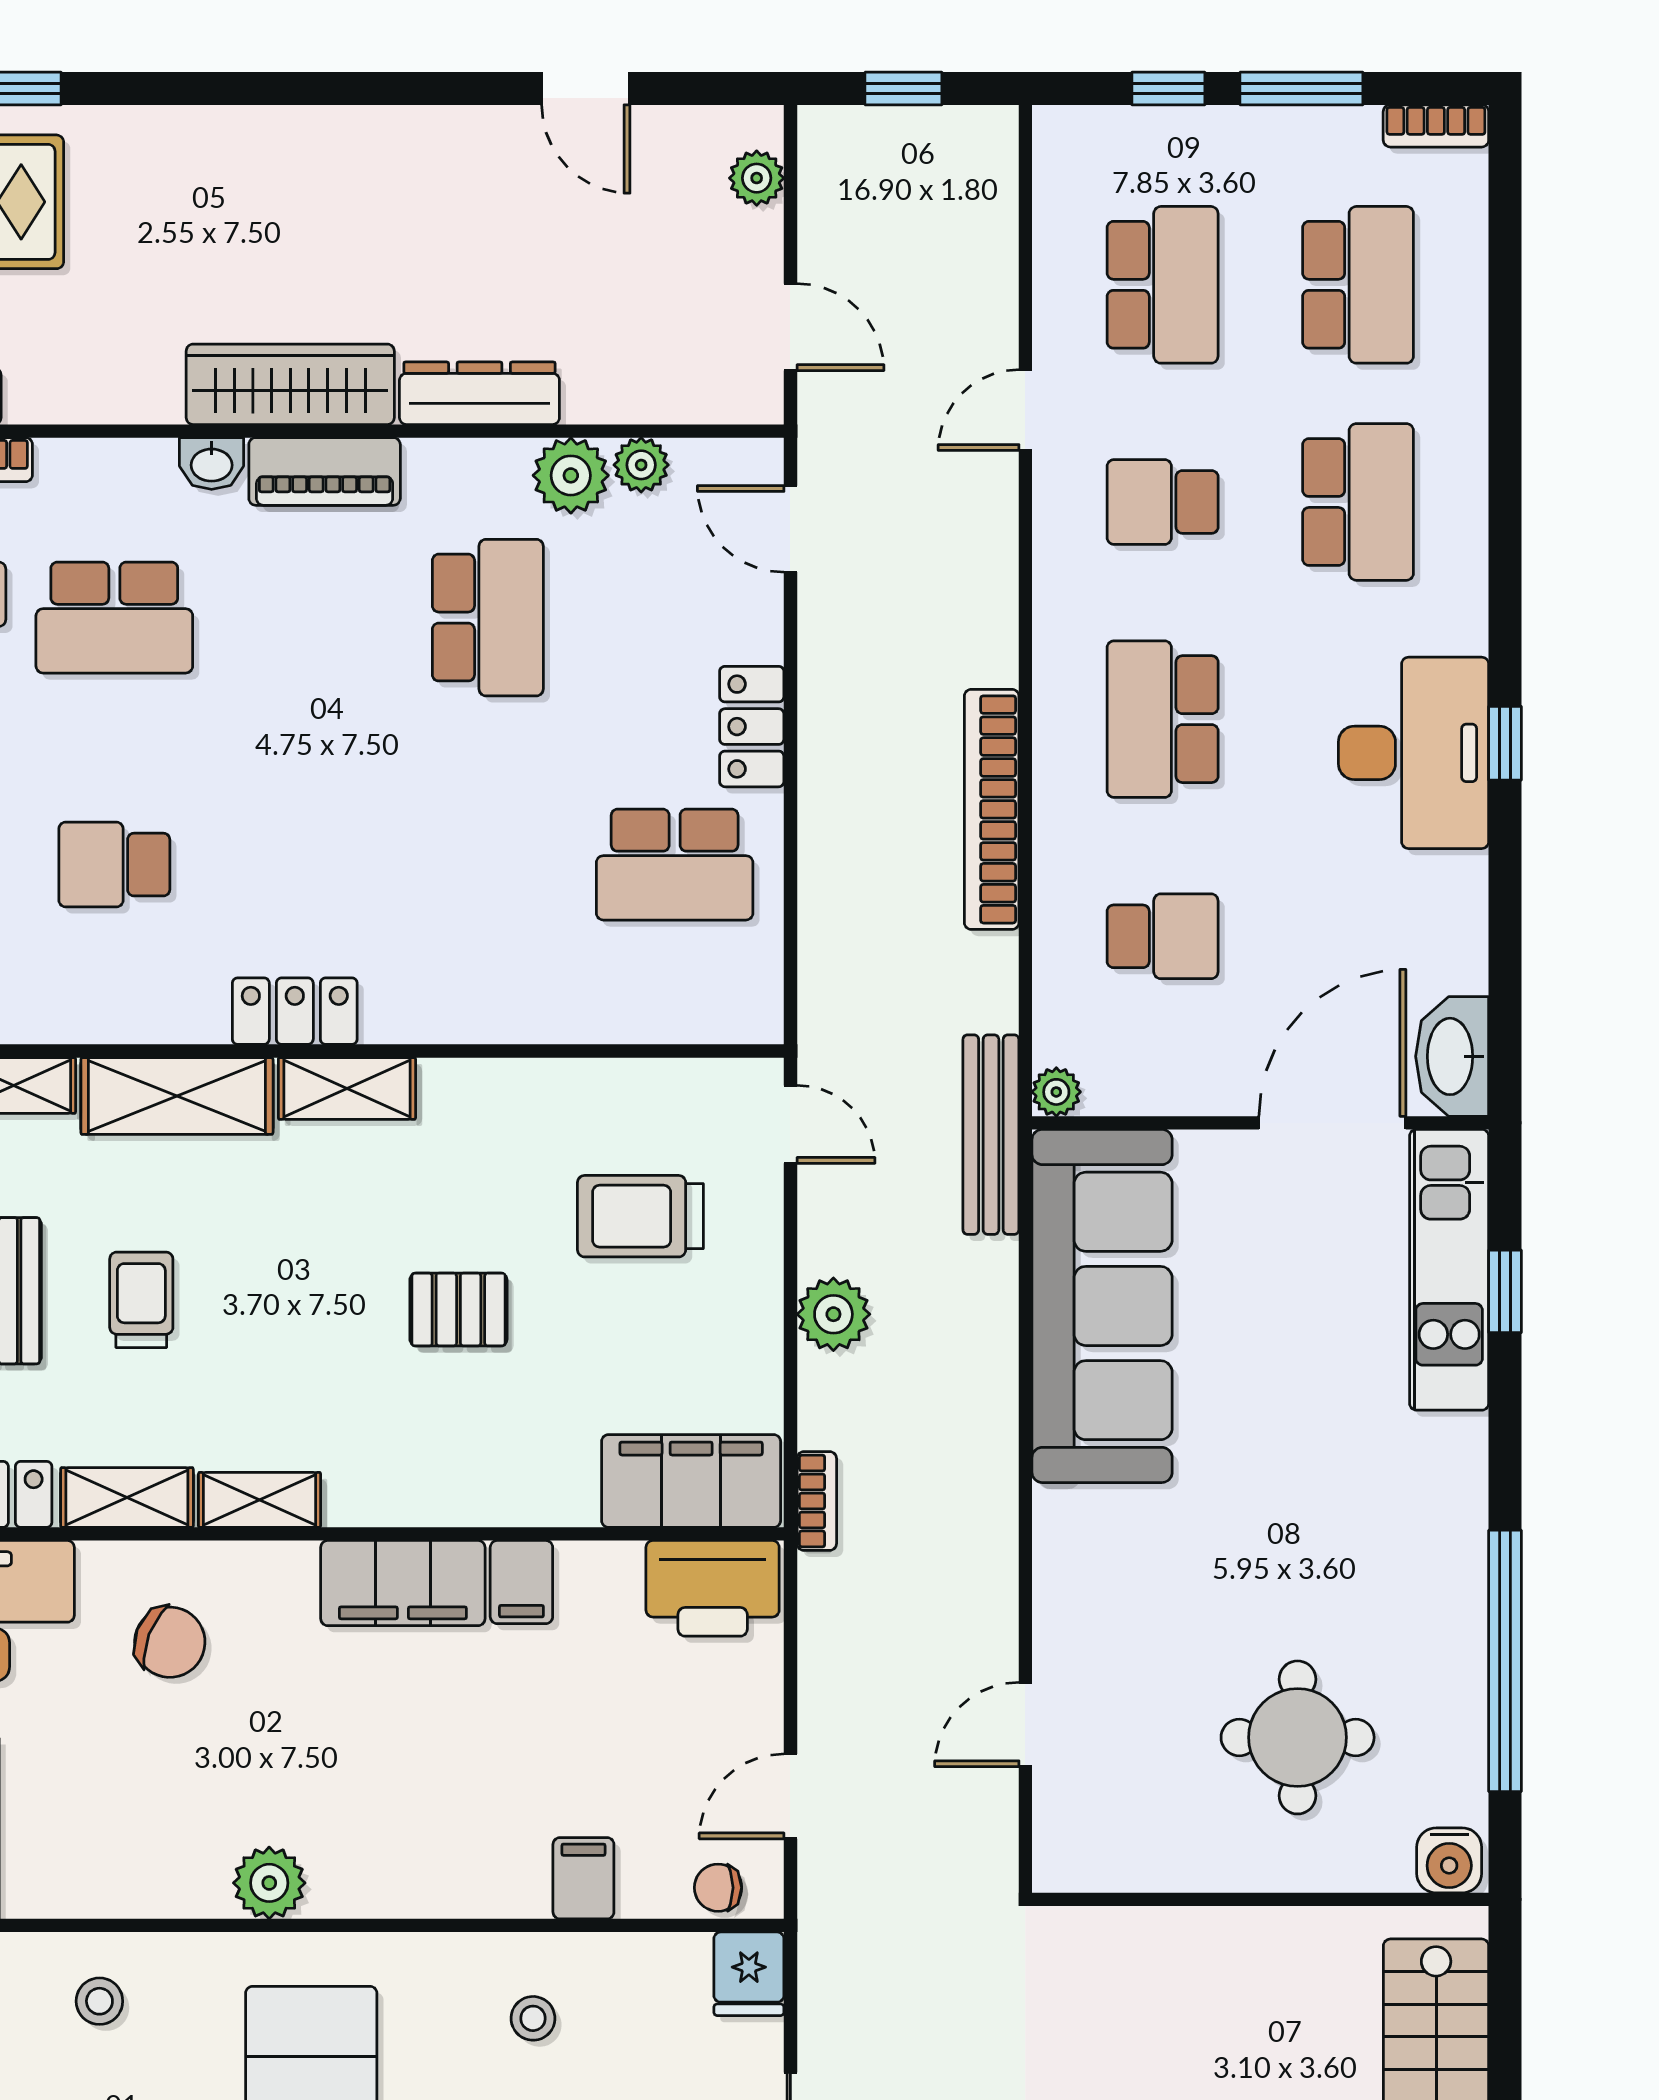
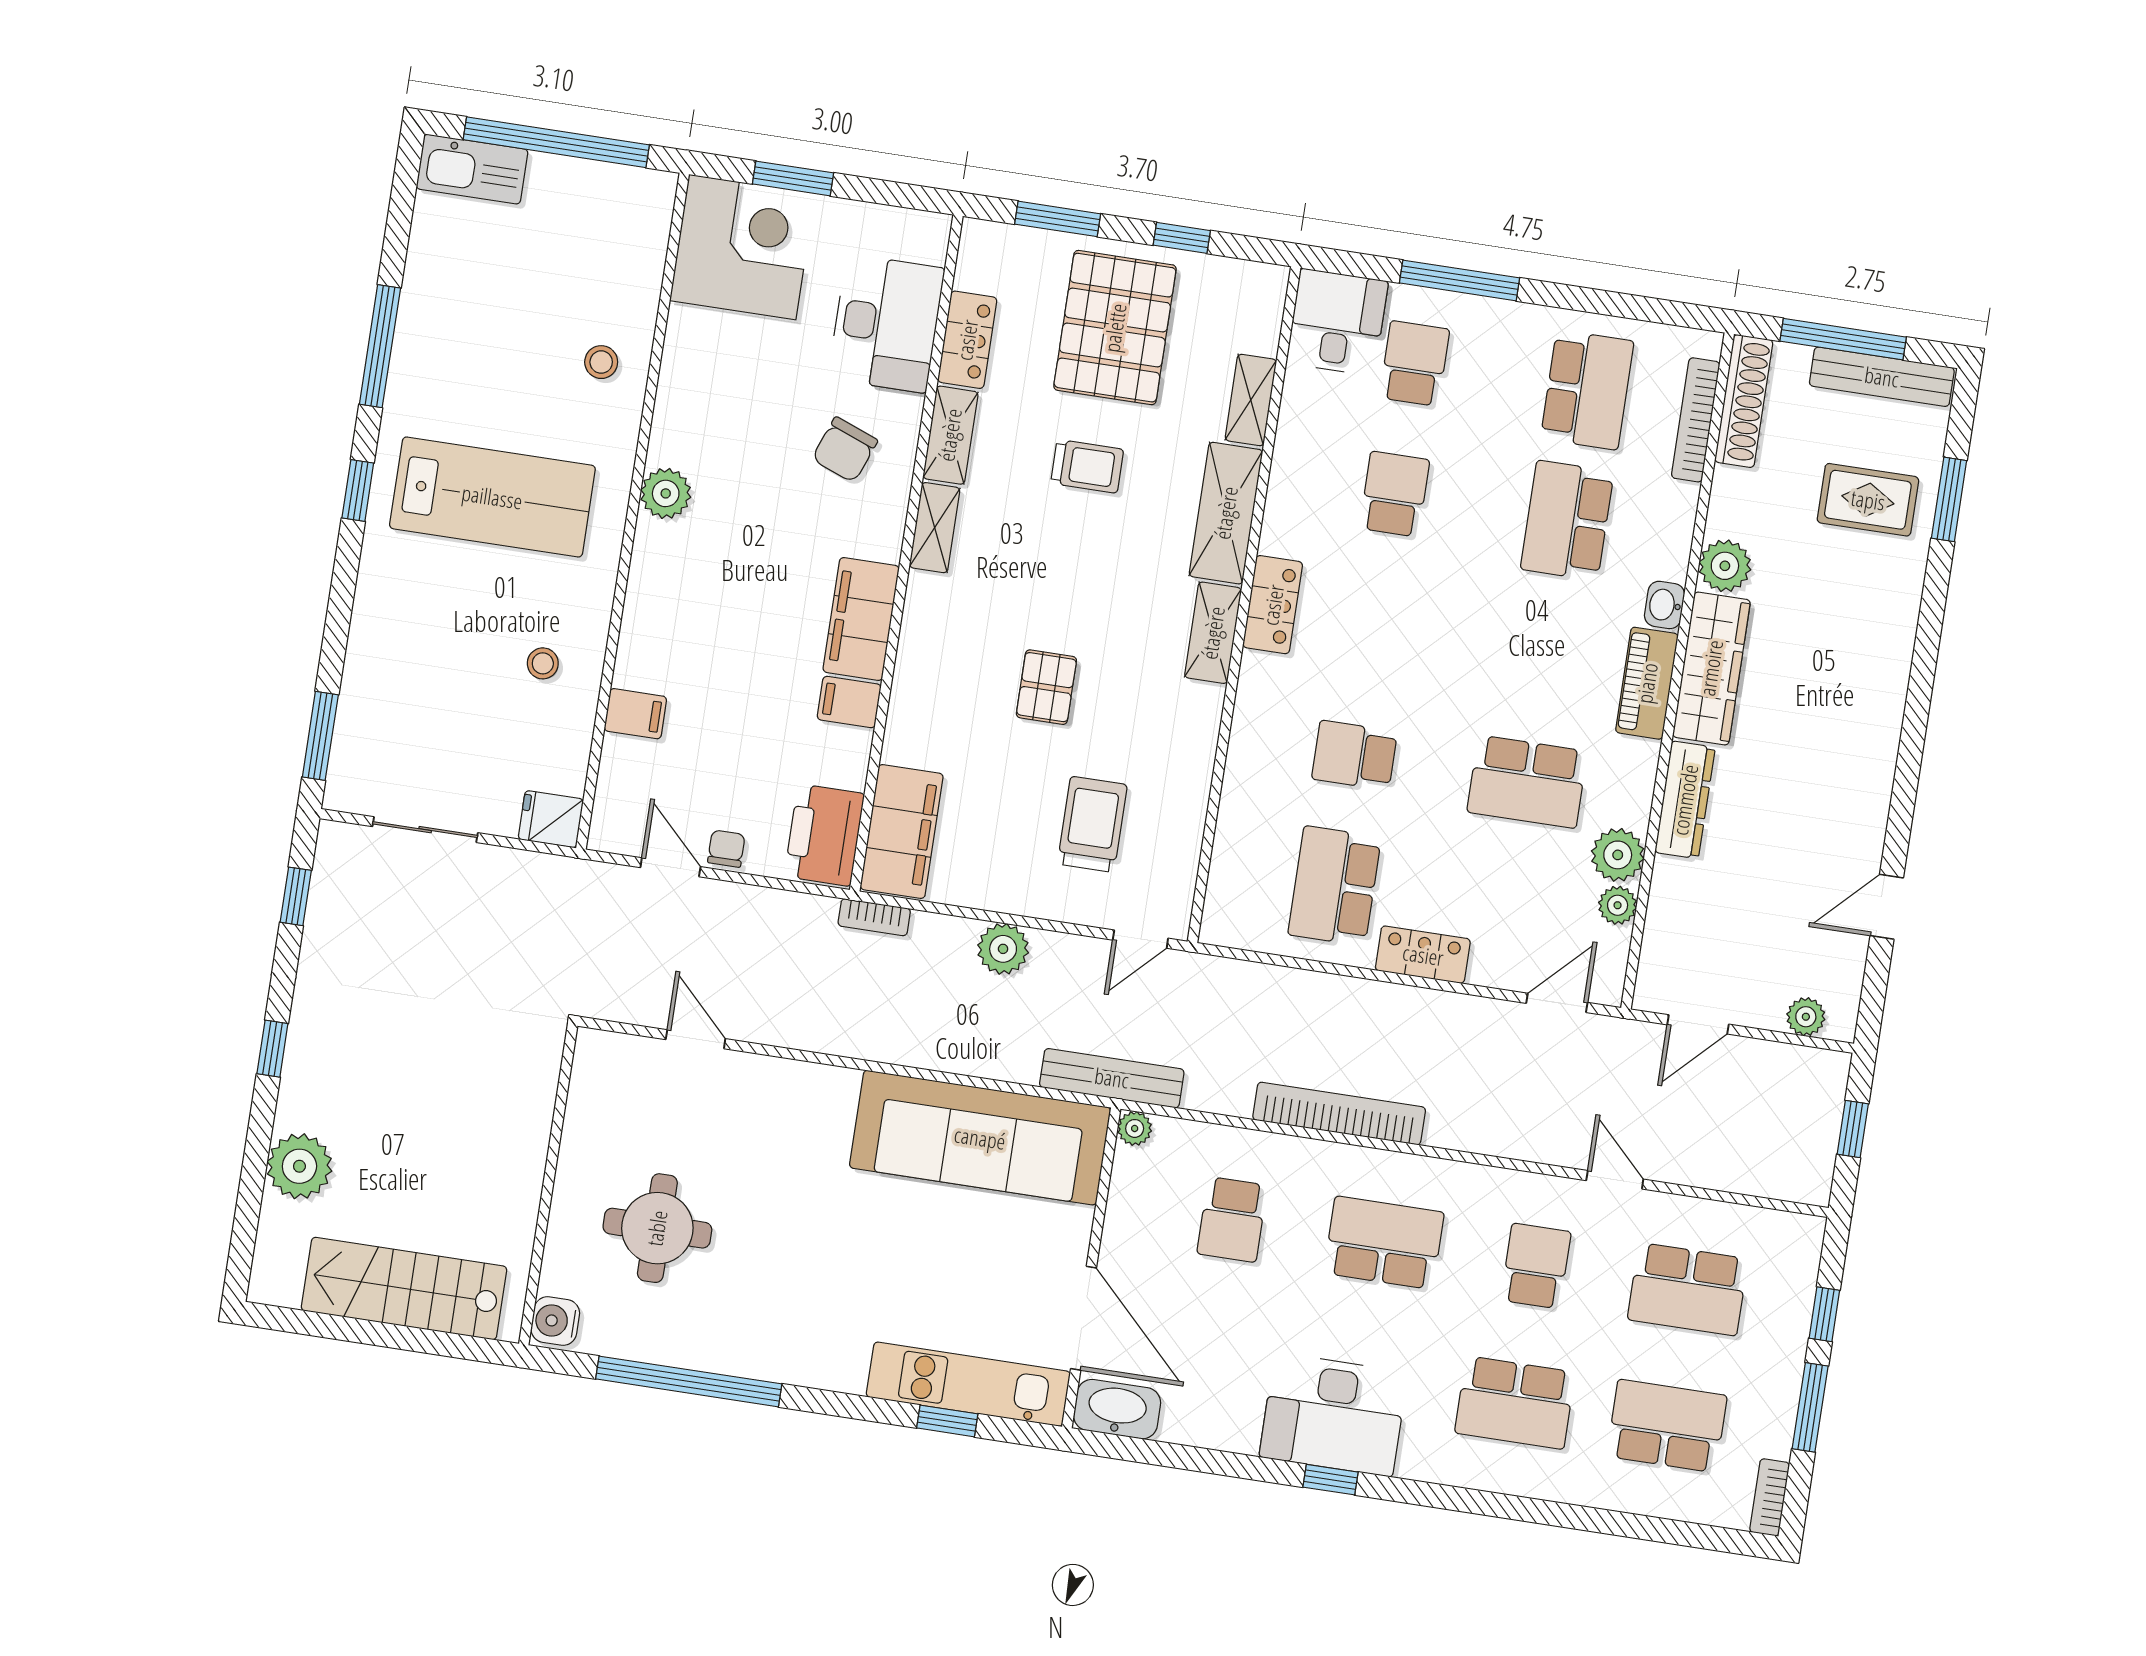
school desk: (1358, 285) -> (1667, 1426), turned 180
plant: (144, 388) -> (1725, 566), added
school desk: (488, 865) -> (1354, 755), added
chair: (718, 1888) -> (726, 849), moved

